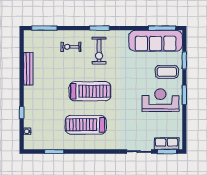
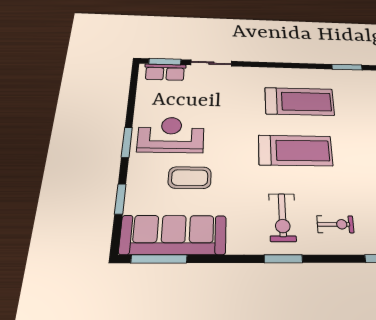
exercise bike: (99, 51) -> (282, 217), turned 180
coffee table: (167, 72) -> (190, 178), moved
treadmill: (90, 91) -> (295, 150), turned 180
reception desk: (160, 100) -> (171, 135), turned 180

